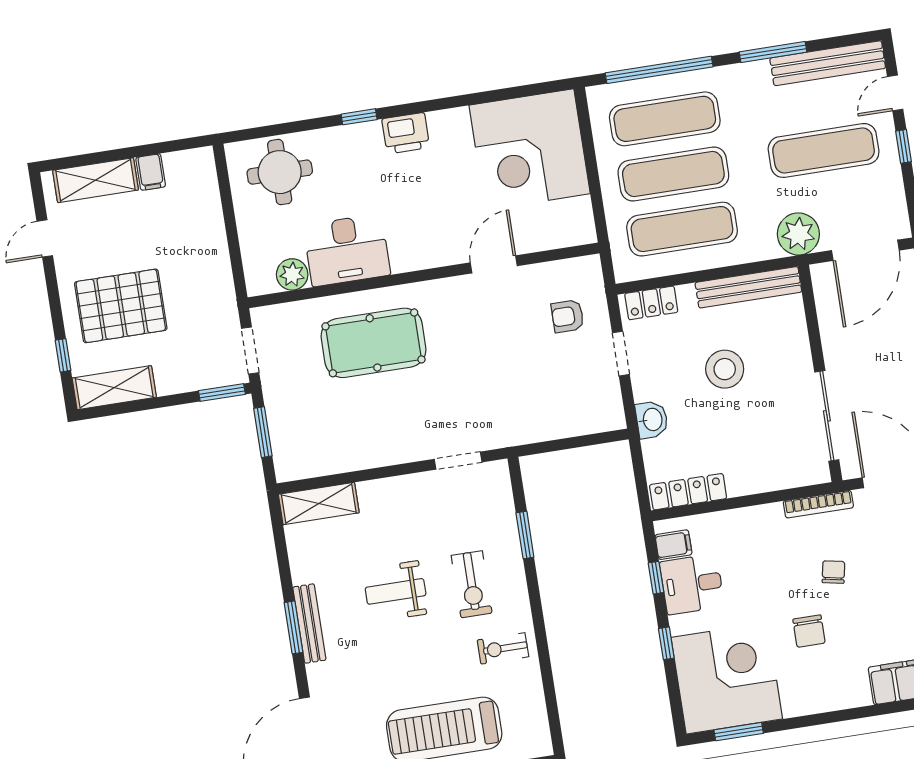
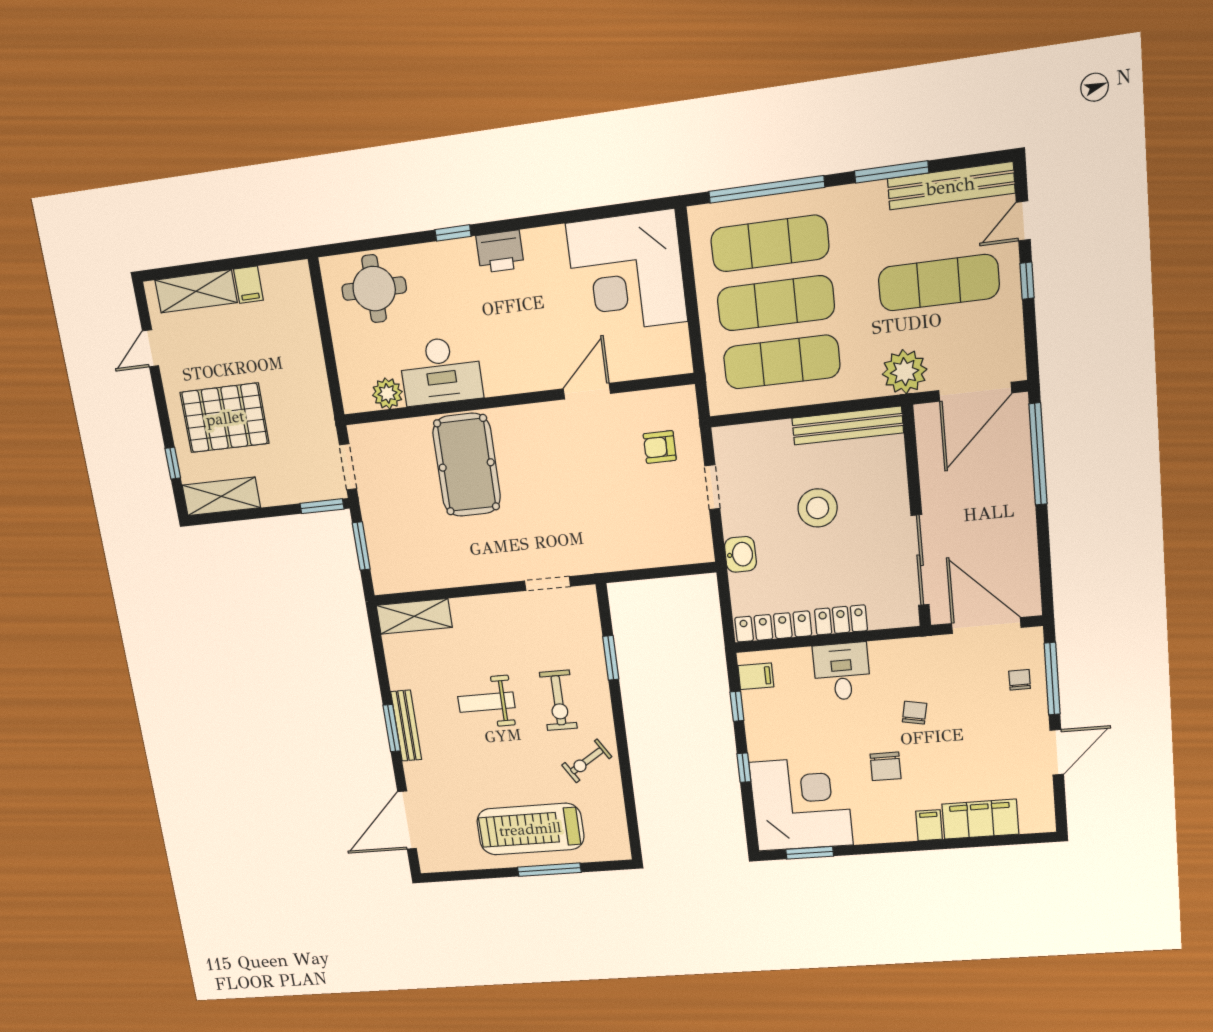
locker: (651, 303) -> (841, 620), moved, turned 180
pool table: (374, 343) -> (467, 465), turned 90
bookcase: (818, 504) -> (904, 647), removed
desk: (692, 584) -> (842, 672), moved, turned 90
exercise bike: (503, 648) -> (587, 761), turned -32
filing cabinet: (857, 691) -> (929, 825), added

